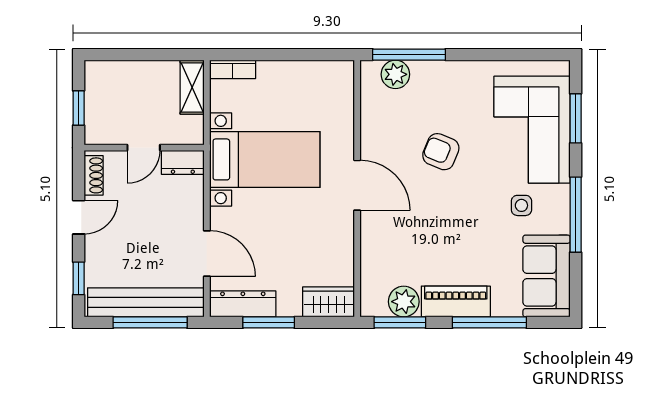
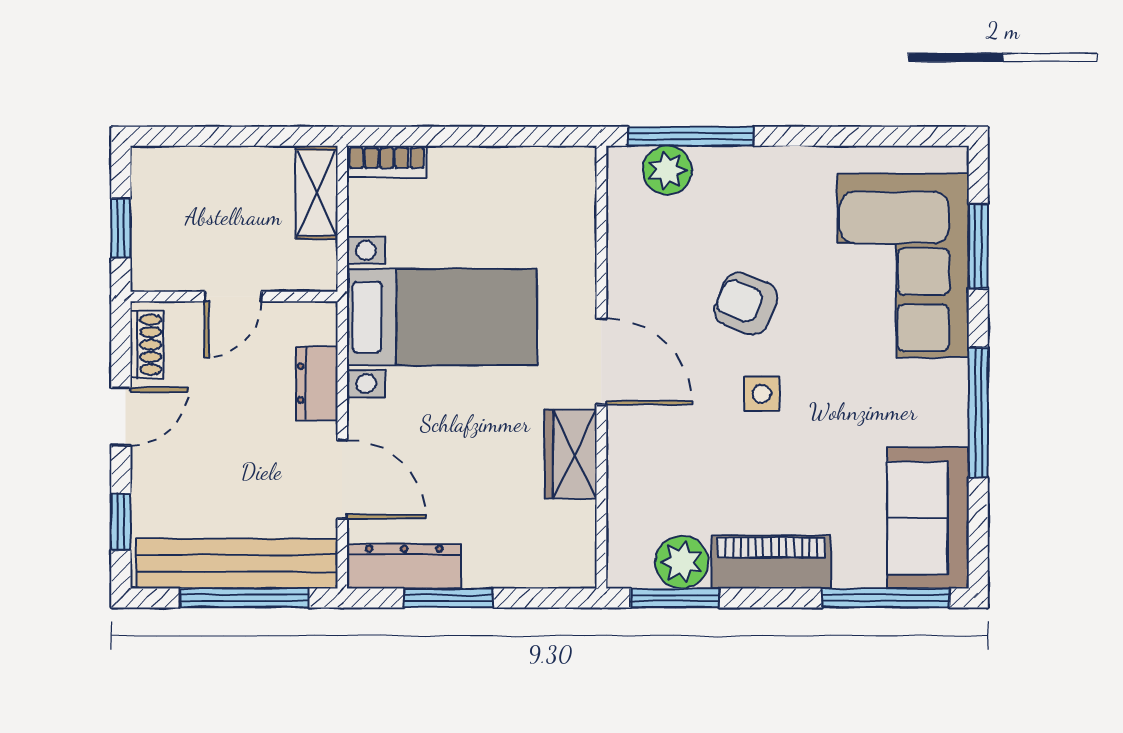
dresser: (183, 162) -> (317, 383), moved, turned 90
side table: (521, 205) -> (762, 394), moved
wardrobe: (329, 302) -> (571, 454), moved, turned -90
window: (489, 322) -> (886, 598), moved

